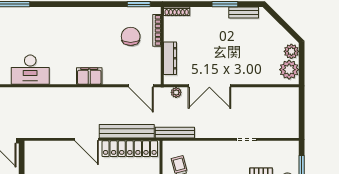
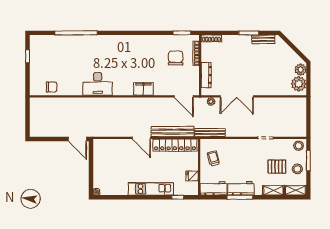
stool: (289, 149) -> (299, 146), added

